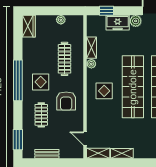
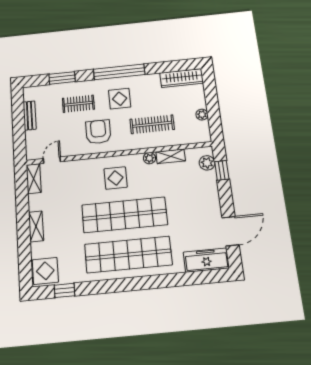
plant: (136, 21) -> (207, 163), moved
freezer: (118, 23) -> (208, 186), removed
wardrobe: (29, 26) -> (182, 78), width x1.50
armchair: (66, 101) -> (98, 132), turned 90
window: (18, 140) -> (62, 78), moved
shelving: (122, 153) -> (36, 226), moved

